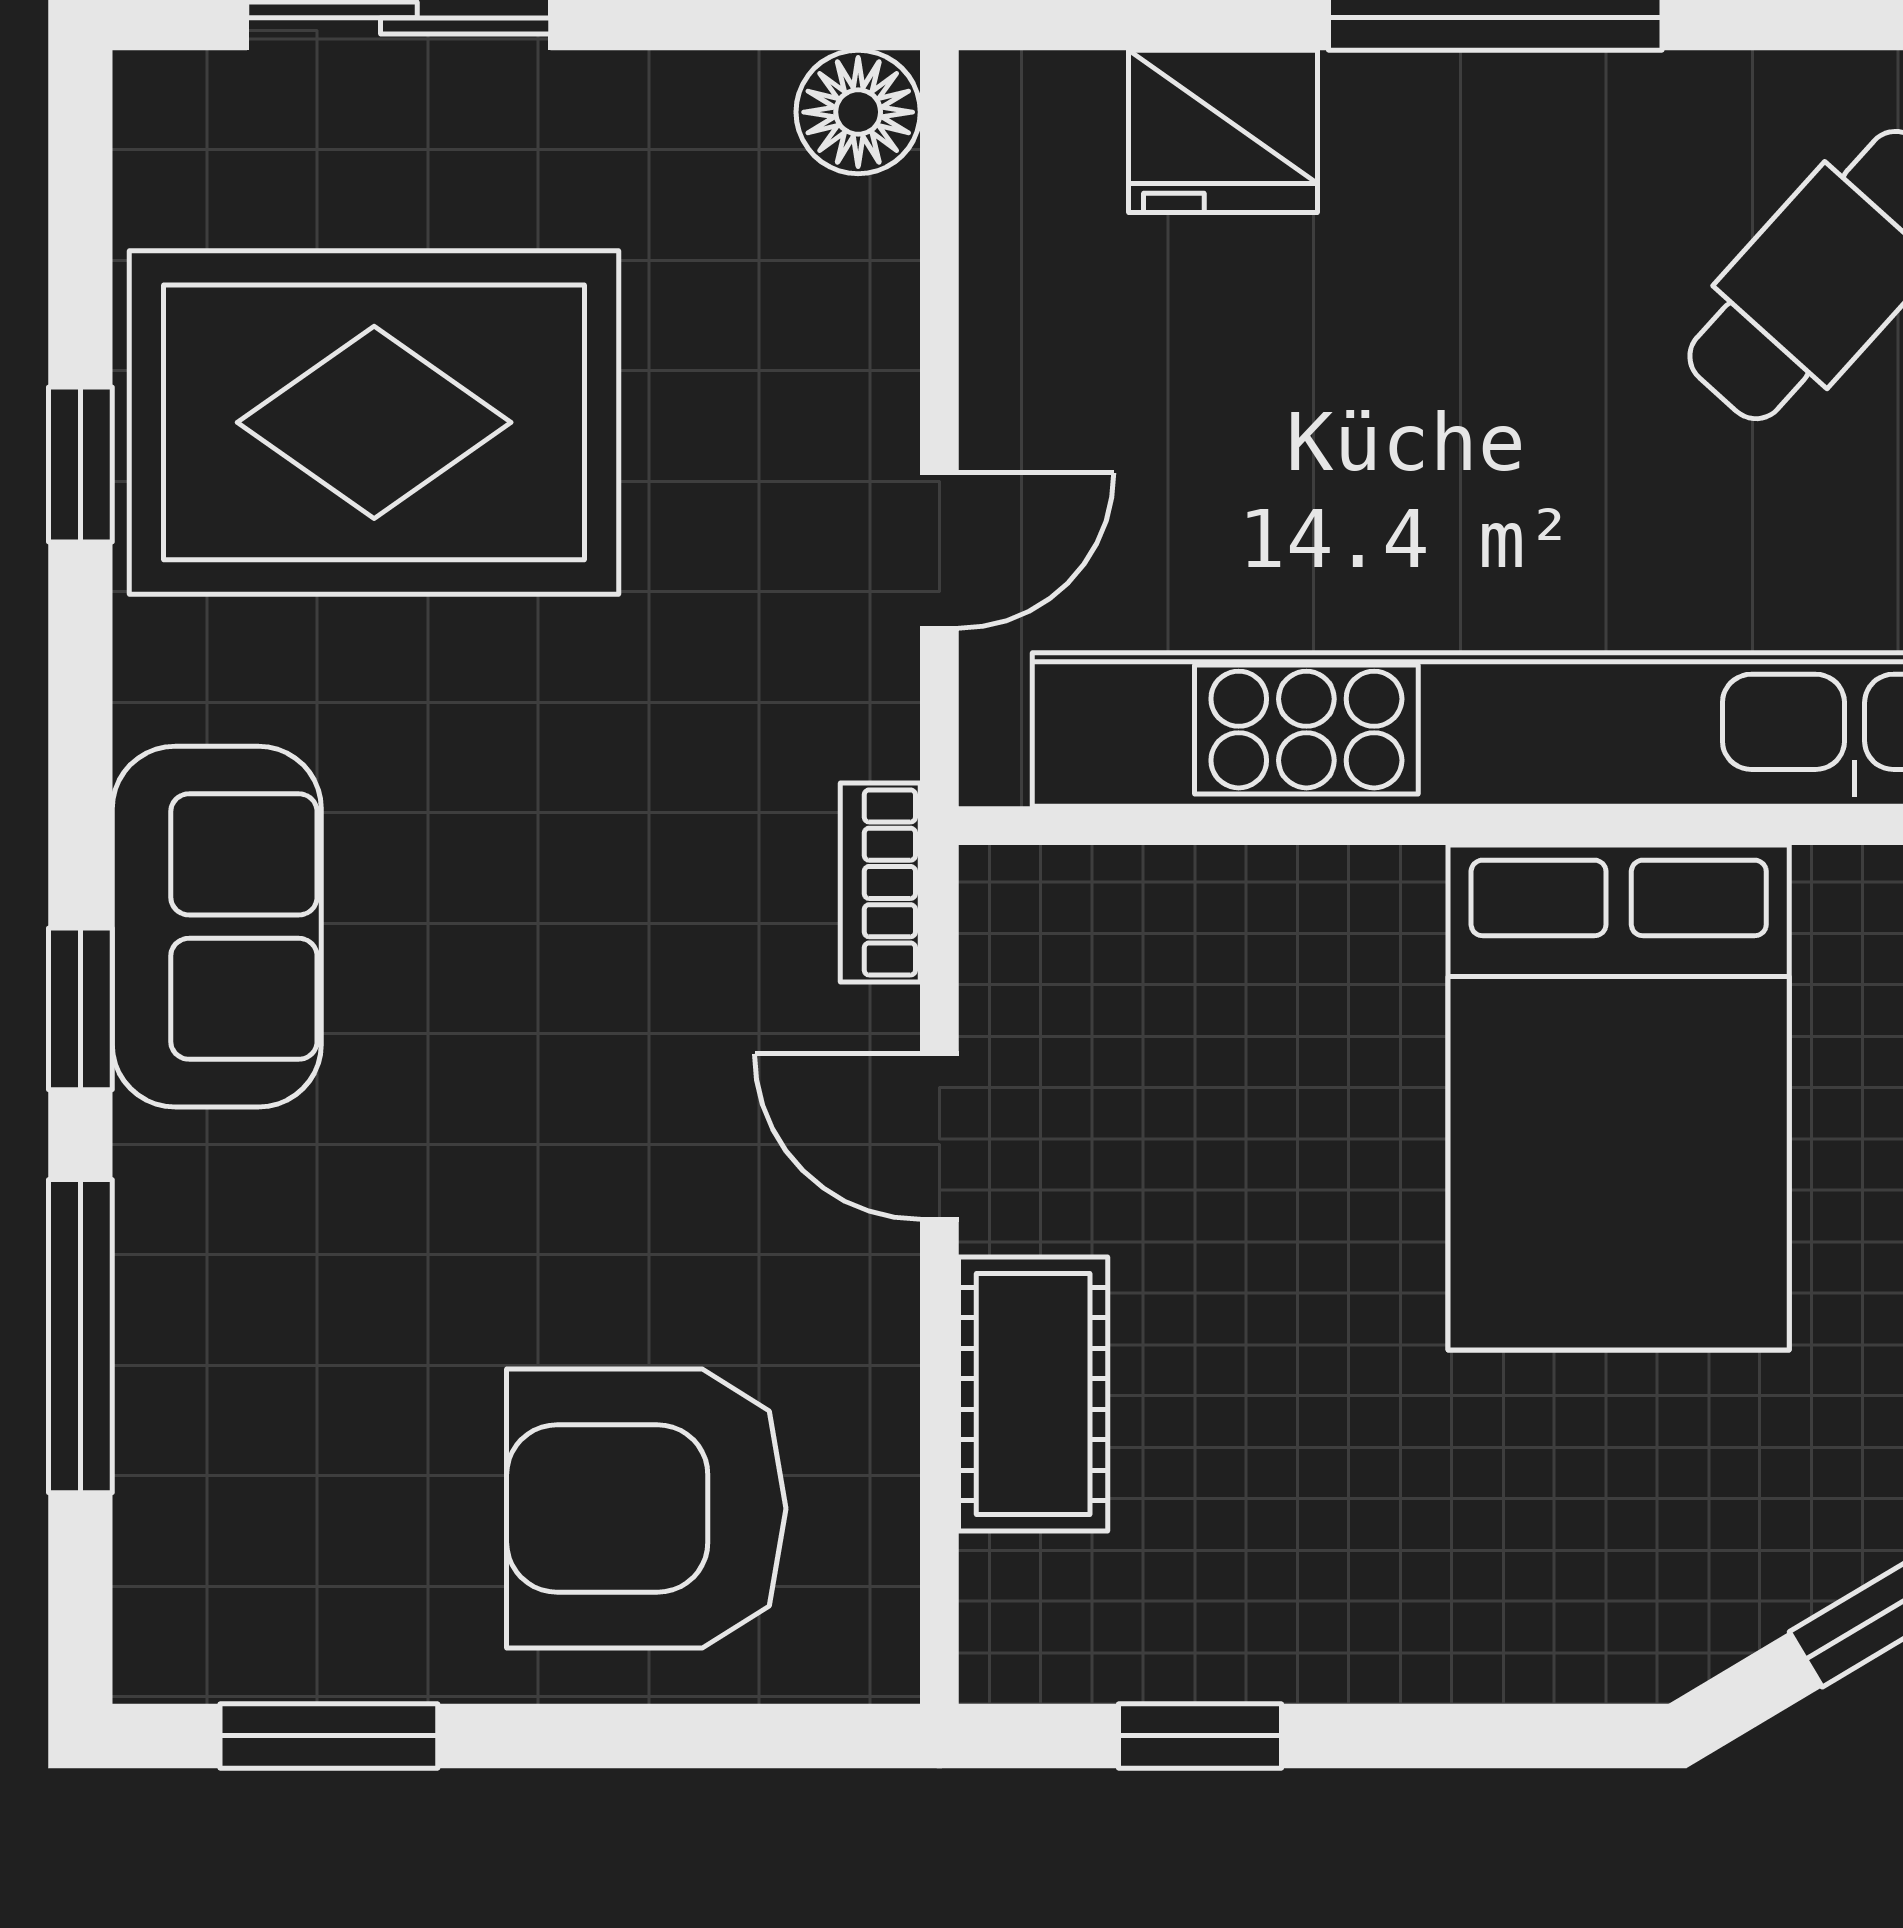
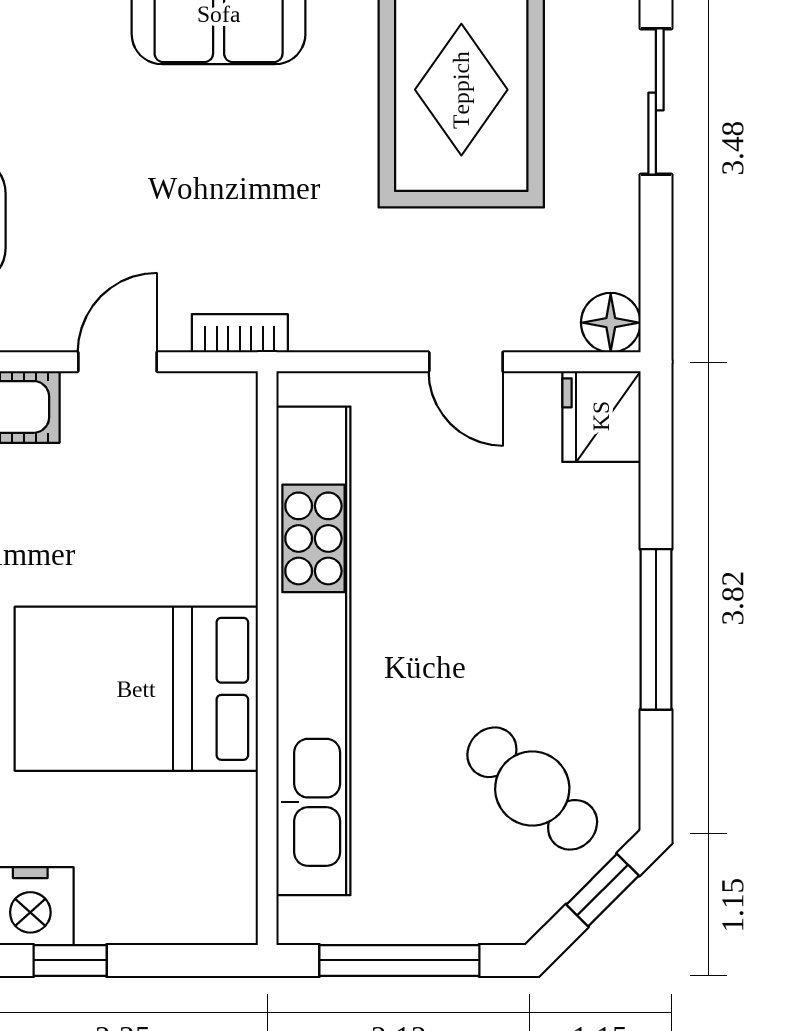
fridge: (1223, 131) -> (601, 416), moved
door: (939, 550) -> (466, 362), moved

